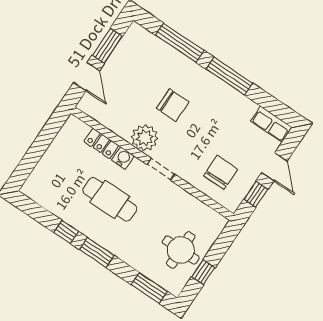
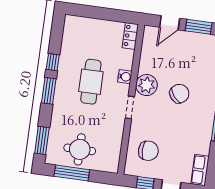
chair: (173, 105) -> (179, 94), turned -129
locker: (101, 143) -> (130, 36), moved
window: (203, 272) -> (72, 173), width x2.17

